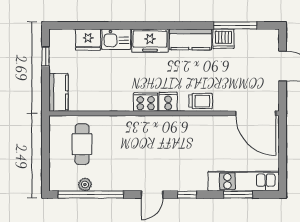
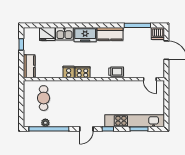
dishwasher: (223, 39) -> (158, 33), moved
cooker: (168, 102) -> (69, 72), moved
door: (256, 113) -> (150, 79), width x0.53
kitchen unit: (244, 181) -> (135, 121), width x1.36

